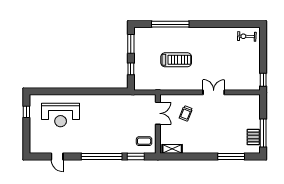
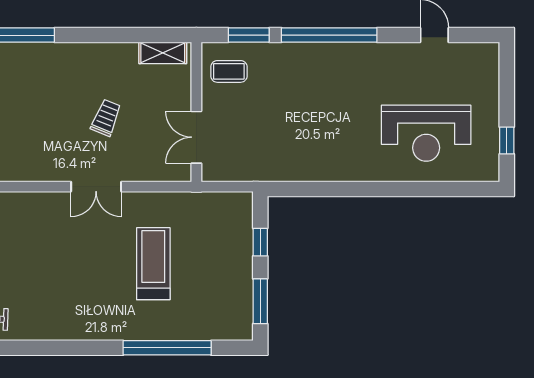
treadmill: (176, 60) -> (153, 264), turned 90
double door: (214, 92) -> (96, 187), moved
trolley: (186, 113) -> (106, 118), moved
reception desk: (61, 115) -> (426, 133), turned 180

